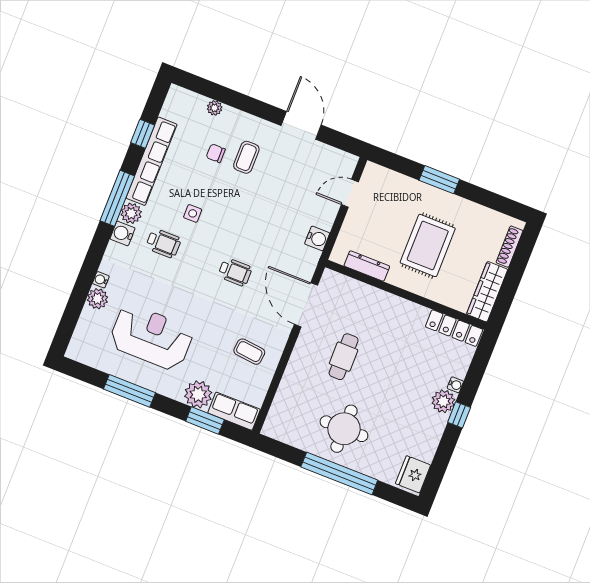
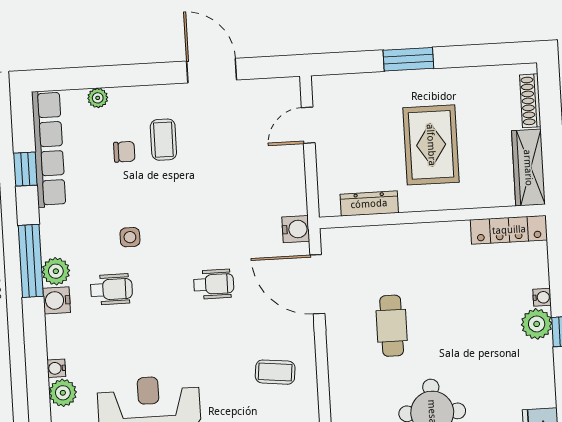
chair: (216, 153) -> (124, 152), turned 180
row of seats: (152, 161) -> (49, 149), moved
water cooler: (317, 238) -> (296, 229), moved

